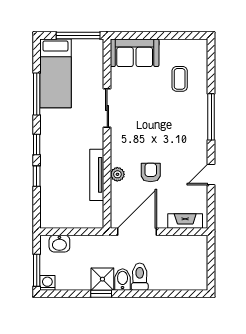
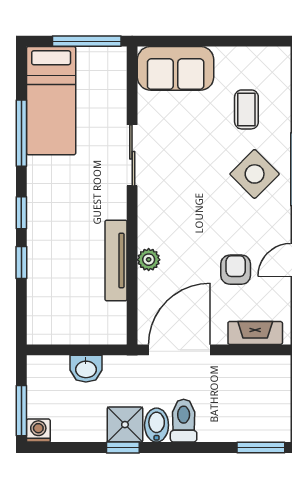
side table: (185, 120) -> (255, 174), added
armchair: (151, 172) -> (236, 270), moved
washbasin: (59, 244) -> (86, 369), moved
window: (189, 294) -> (261, 447), added

